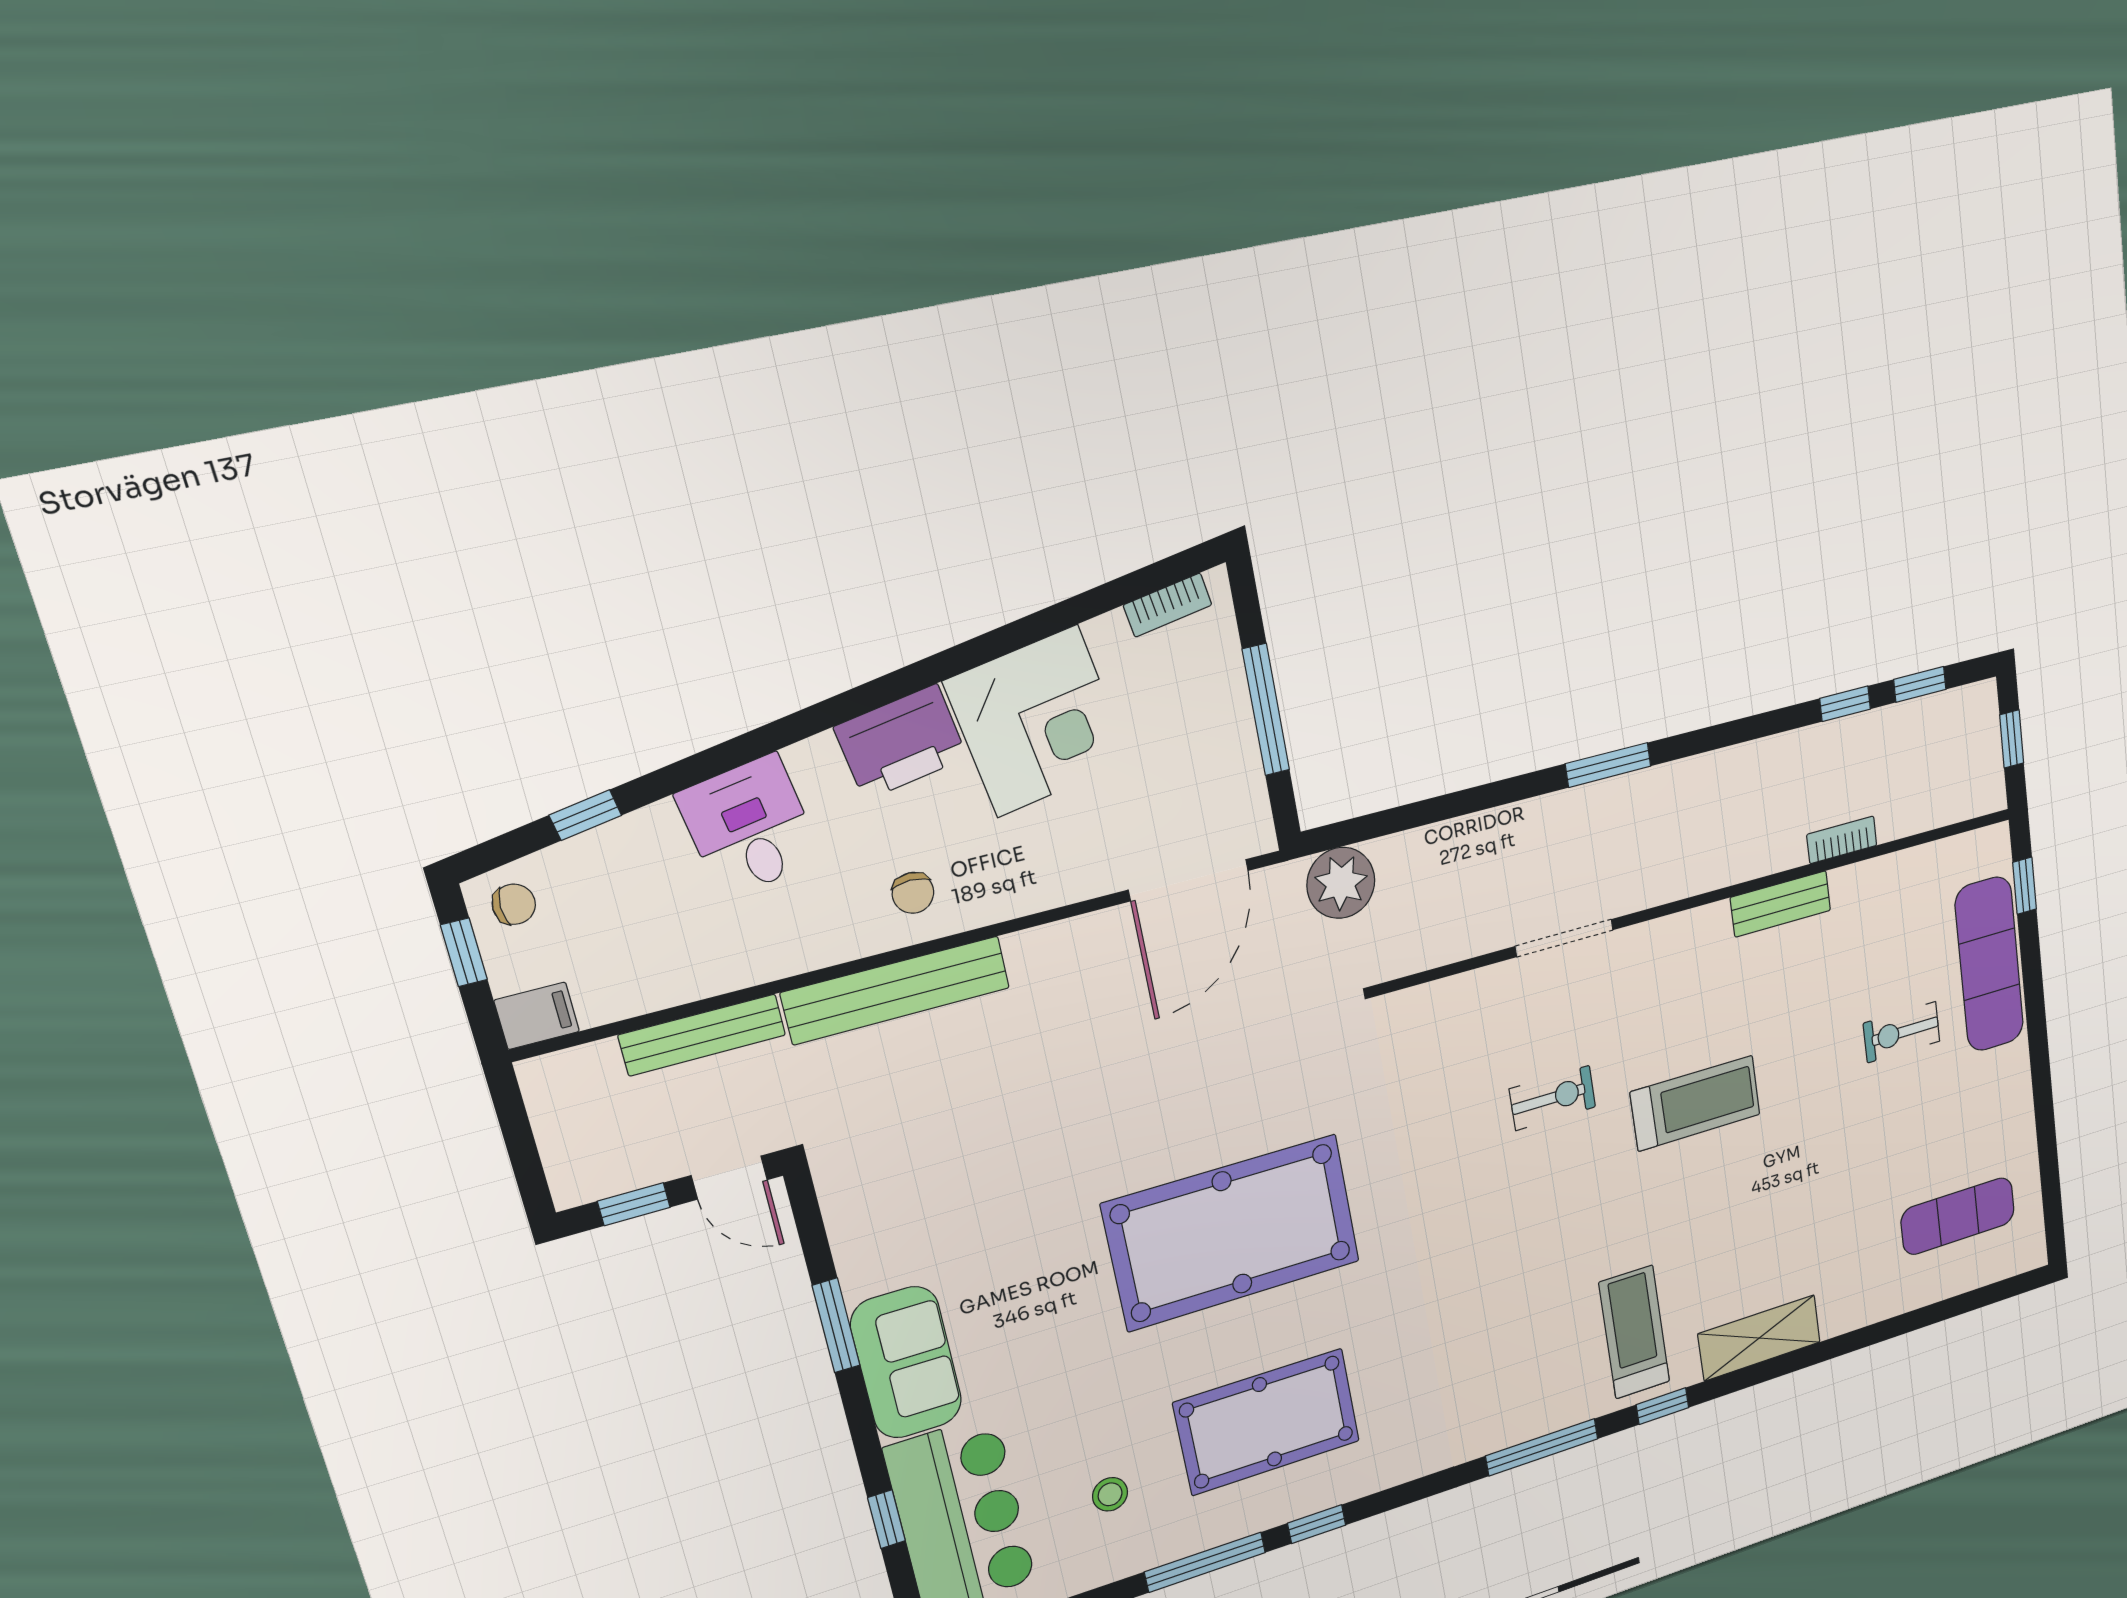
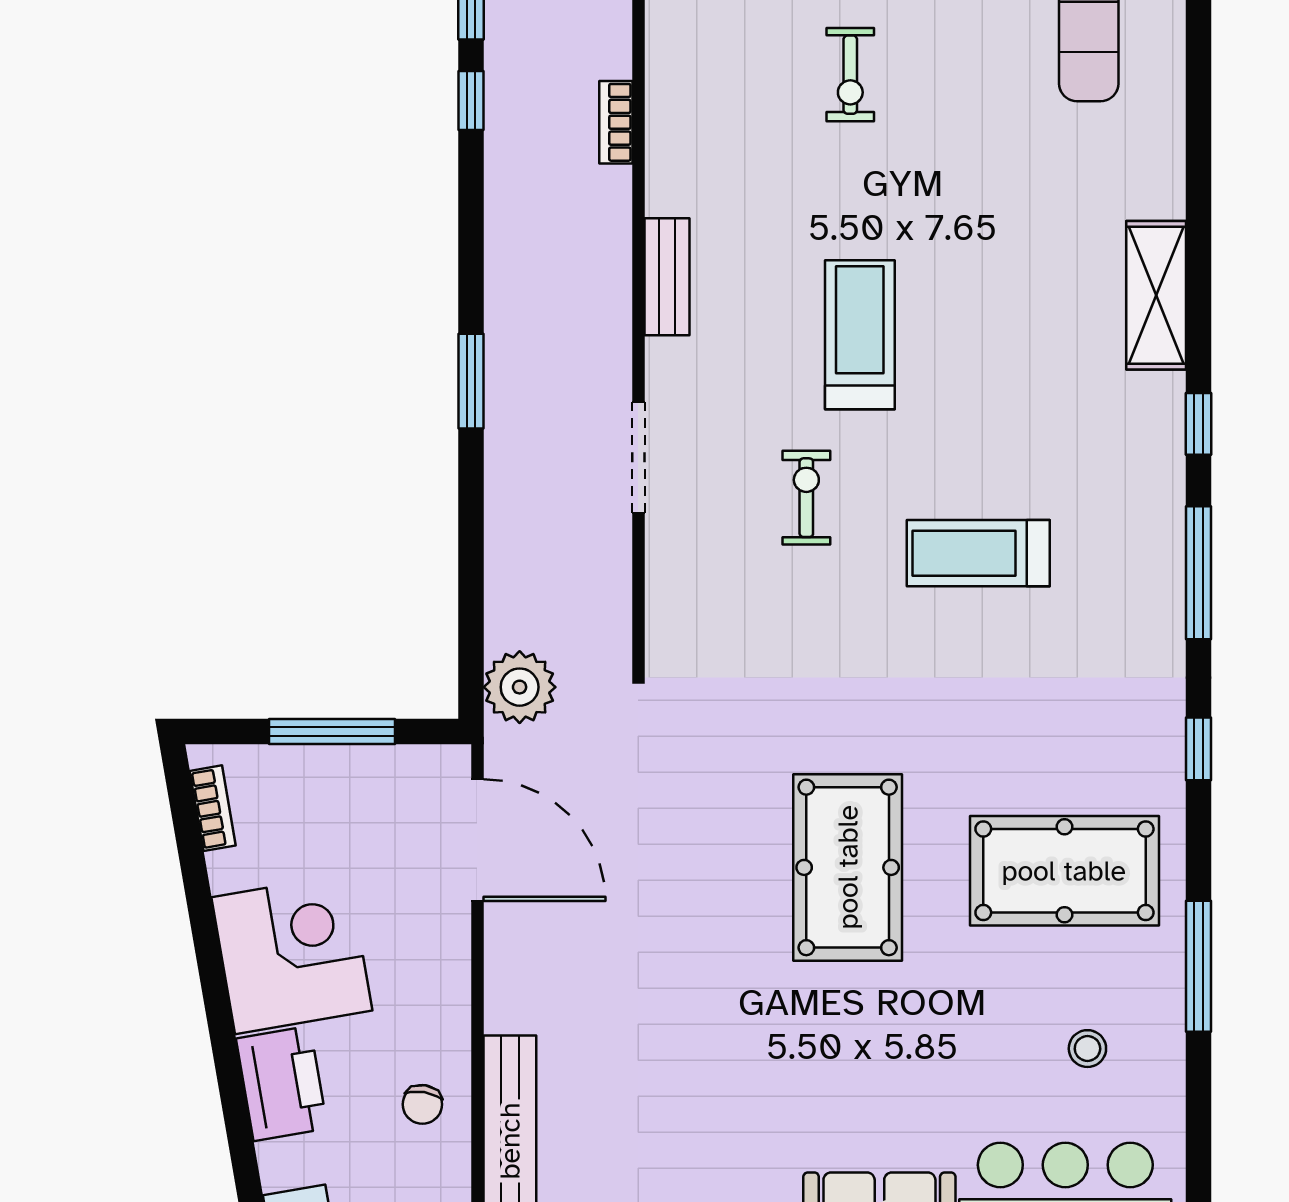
chair: (913, 893) -> (422, 1104), turned 99
bench: (1781, 904) -> (667, 277), moved
pool table: (1232, 1233) -> (848, 867), width x0.73, depth x0.76
treadmill: (1634, 1332) -> (978, 553), moved
pool table: (1267, 1422) -> (1064, 871), turned 90
window: (1317, 1524) -> (1198, 749), moved

